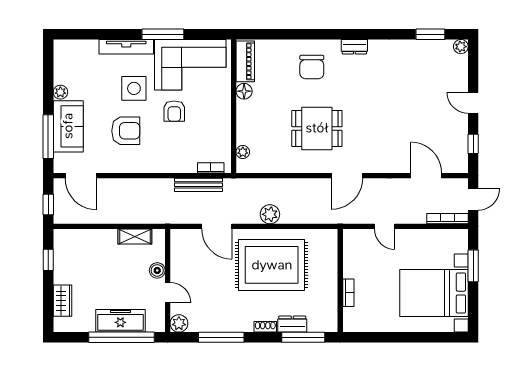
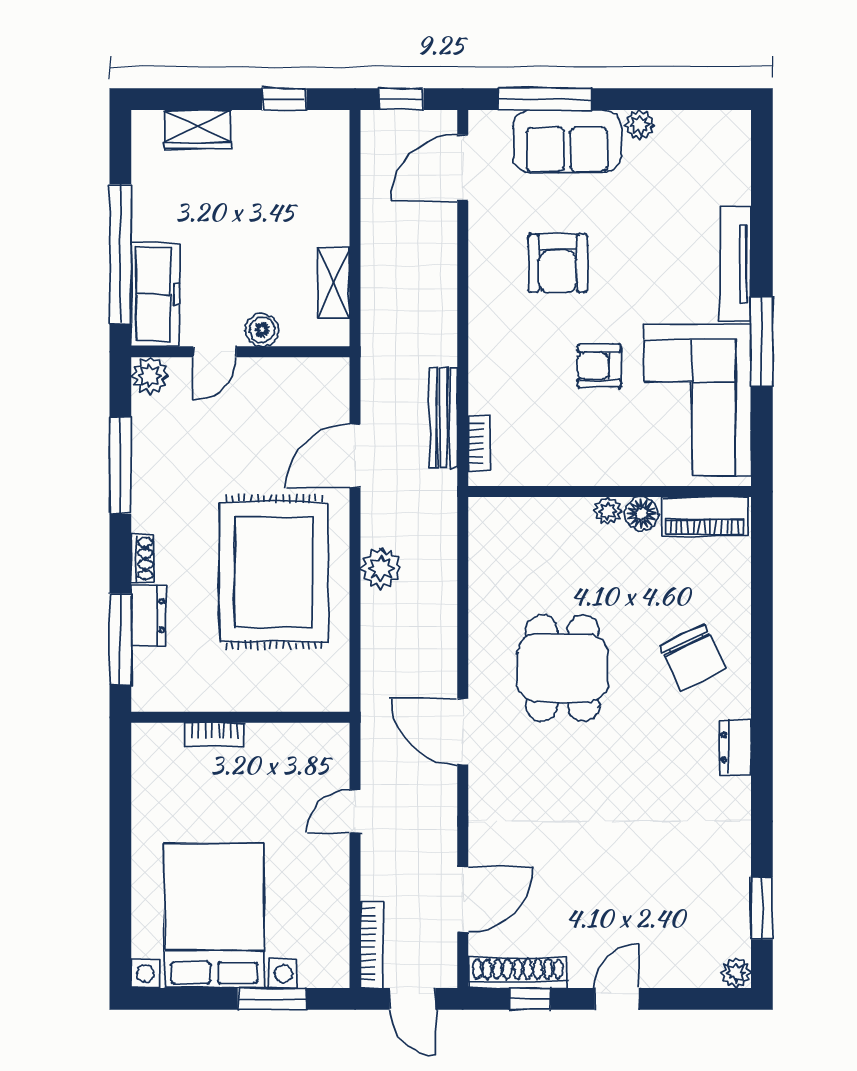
chair: (312, 67) -> (693, 657), turned -116
side table: (134, 88) -> (647, 281), removed
shoe rack: (461, 150) -> (518, 973), added
plant: (243, 152) -> (608, 511), moved
freezer: (120, 321) -> (155, 294), moved

